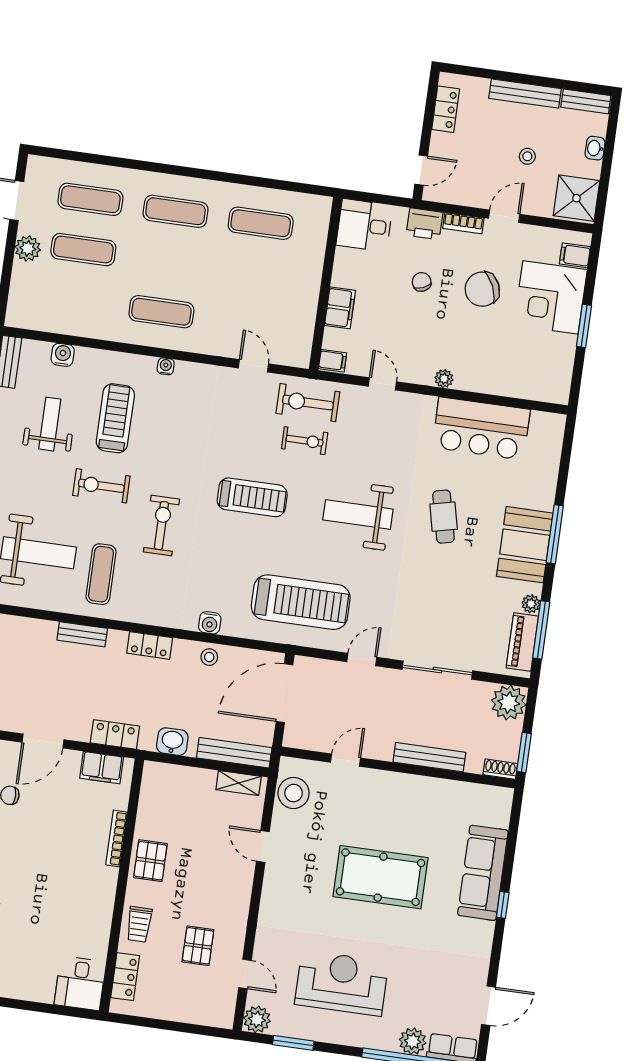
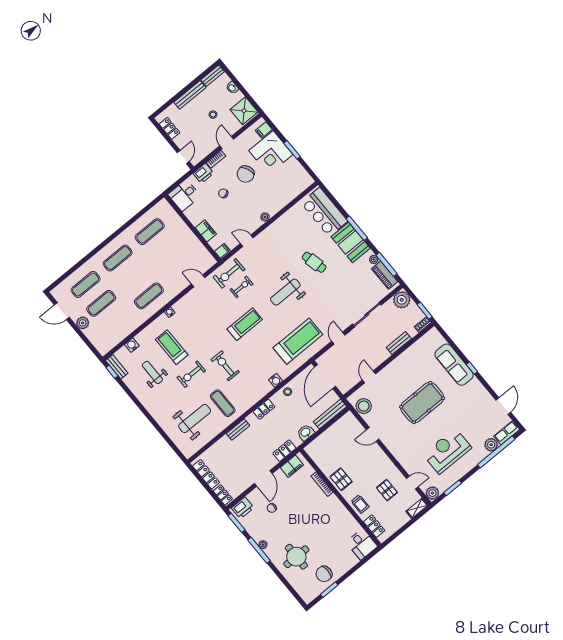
bar counter: (481, 428) -> (324, 212), moved, turned 90
bench: (429, 757) -> (399, 343), width x0.73
shelving: (239, 783) -> (417, 508), moved

